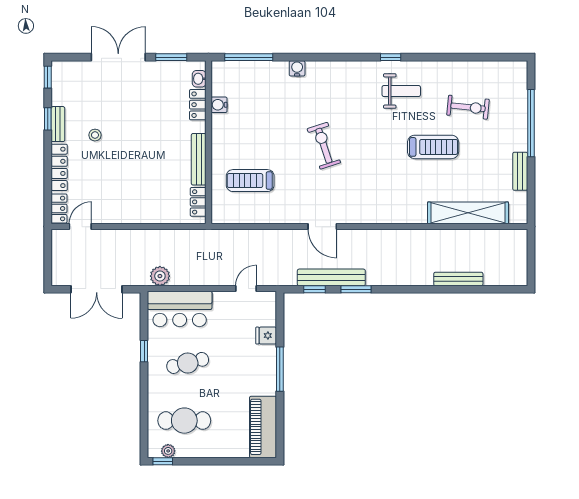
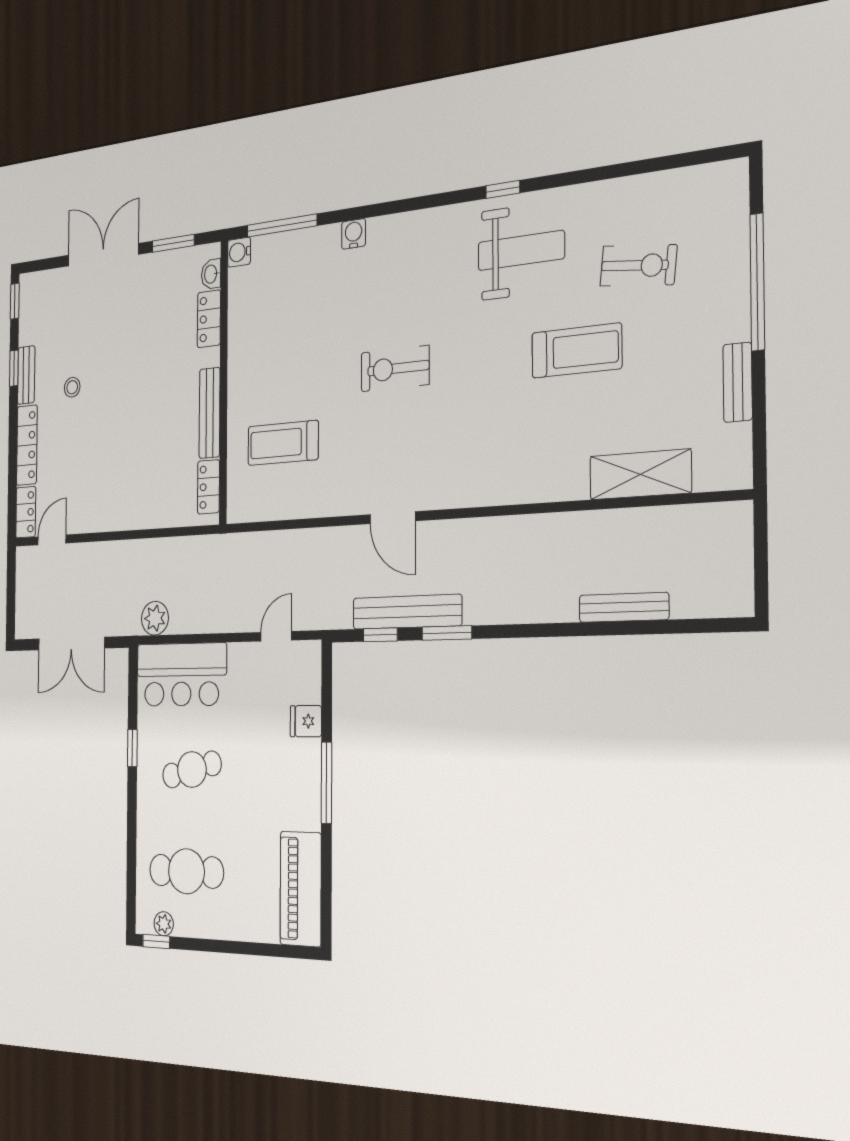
weight bench: (401, 91) -> (521, 250), width x1.36, depth x1.33
water cooler: (219, 105) -> (239, 252), moved
exercise bike: (324, 146) -> (395, 369), turned -72
shelving: (468, 213) -> (640, 474), width x0.68

